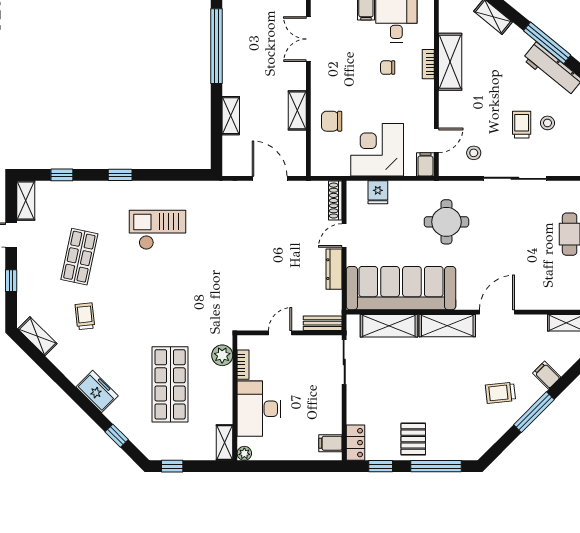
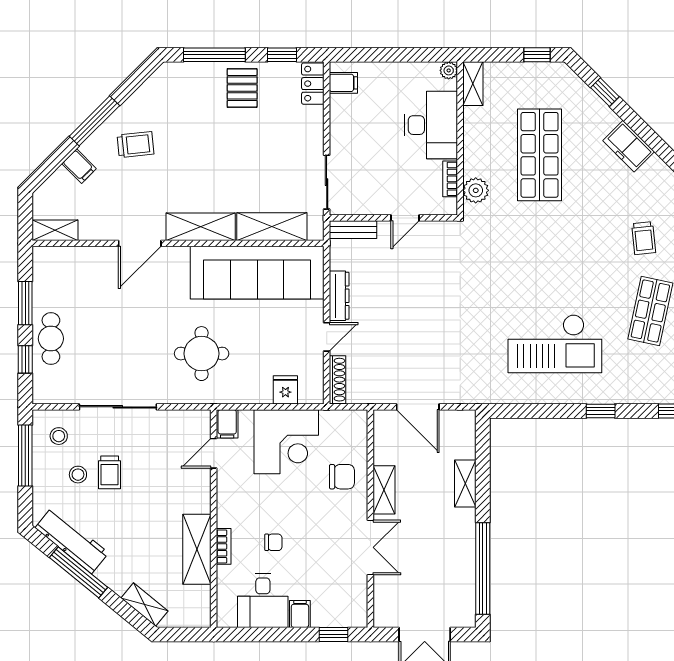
double door: (308, 39) -> (370, 547), moved
stool: (474, 153) -> (59, 436), moved
checkout: (158, 230) -> (555, 344), width x1.36, depth x1.21

